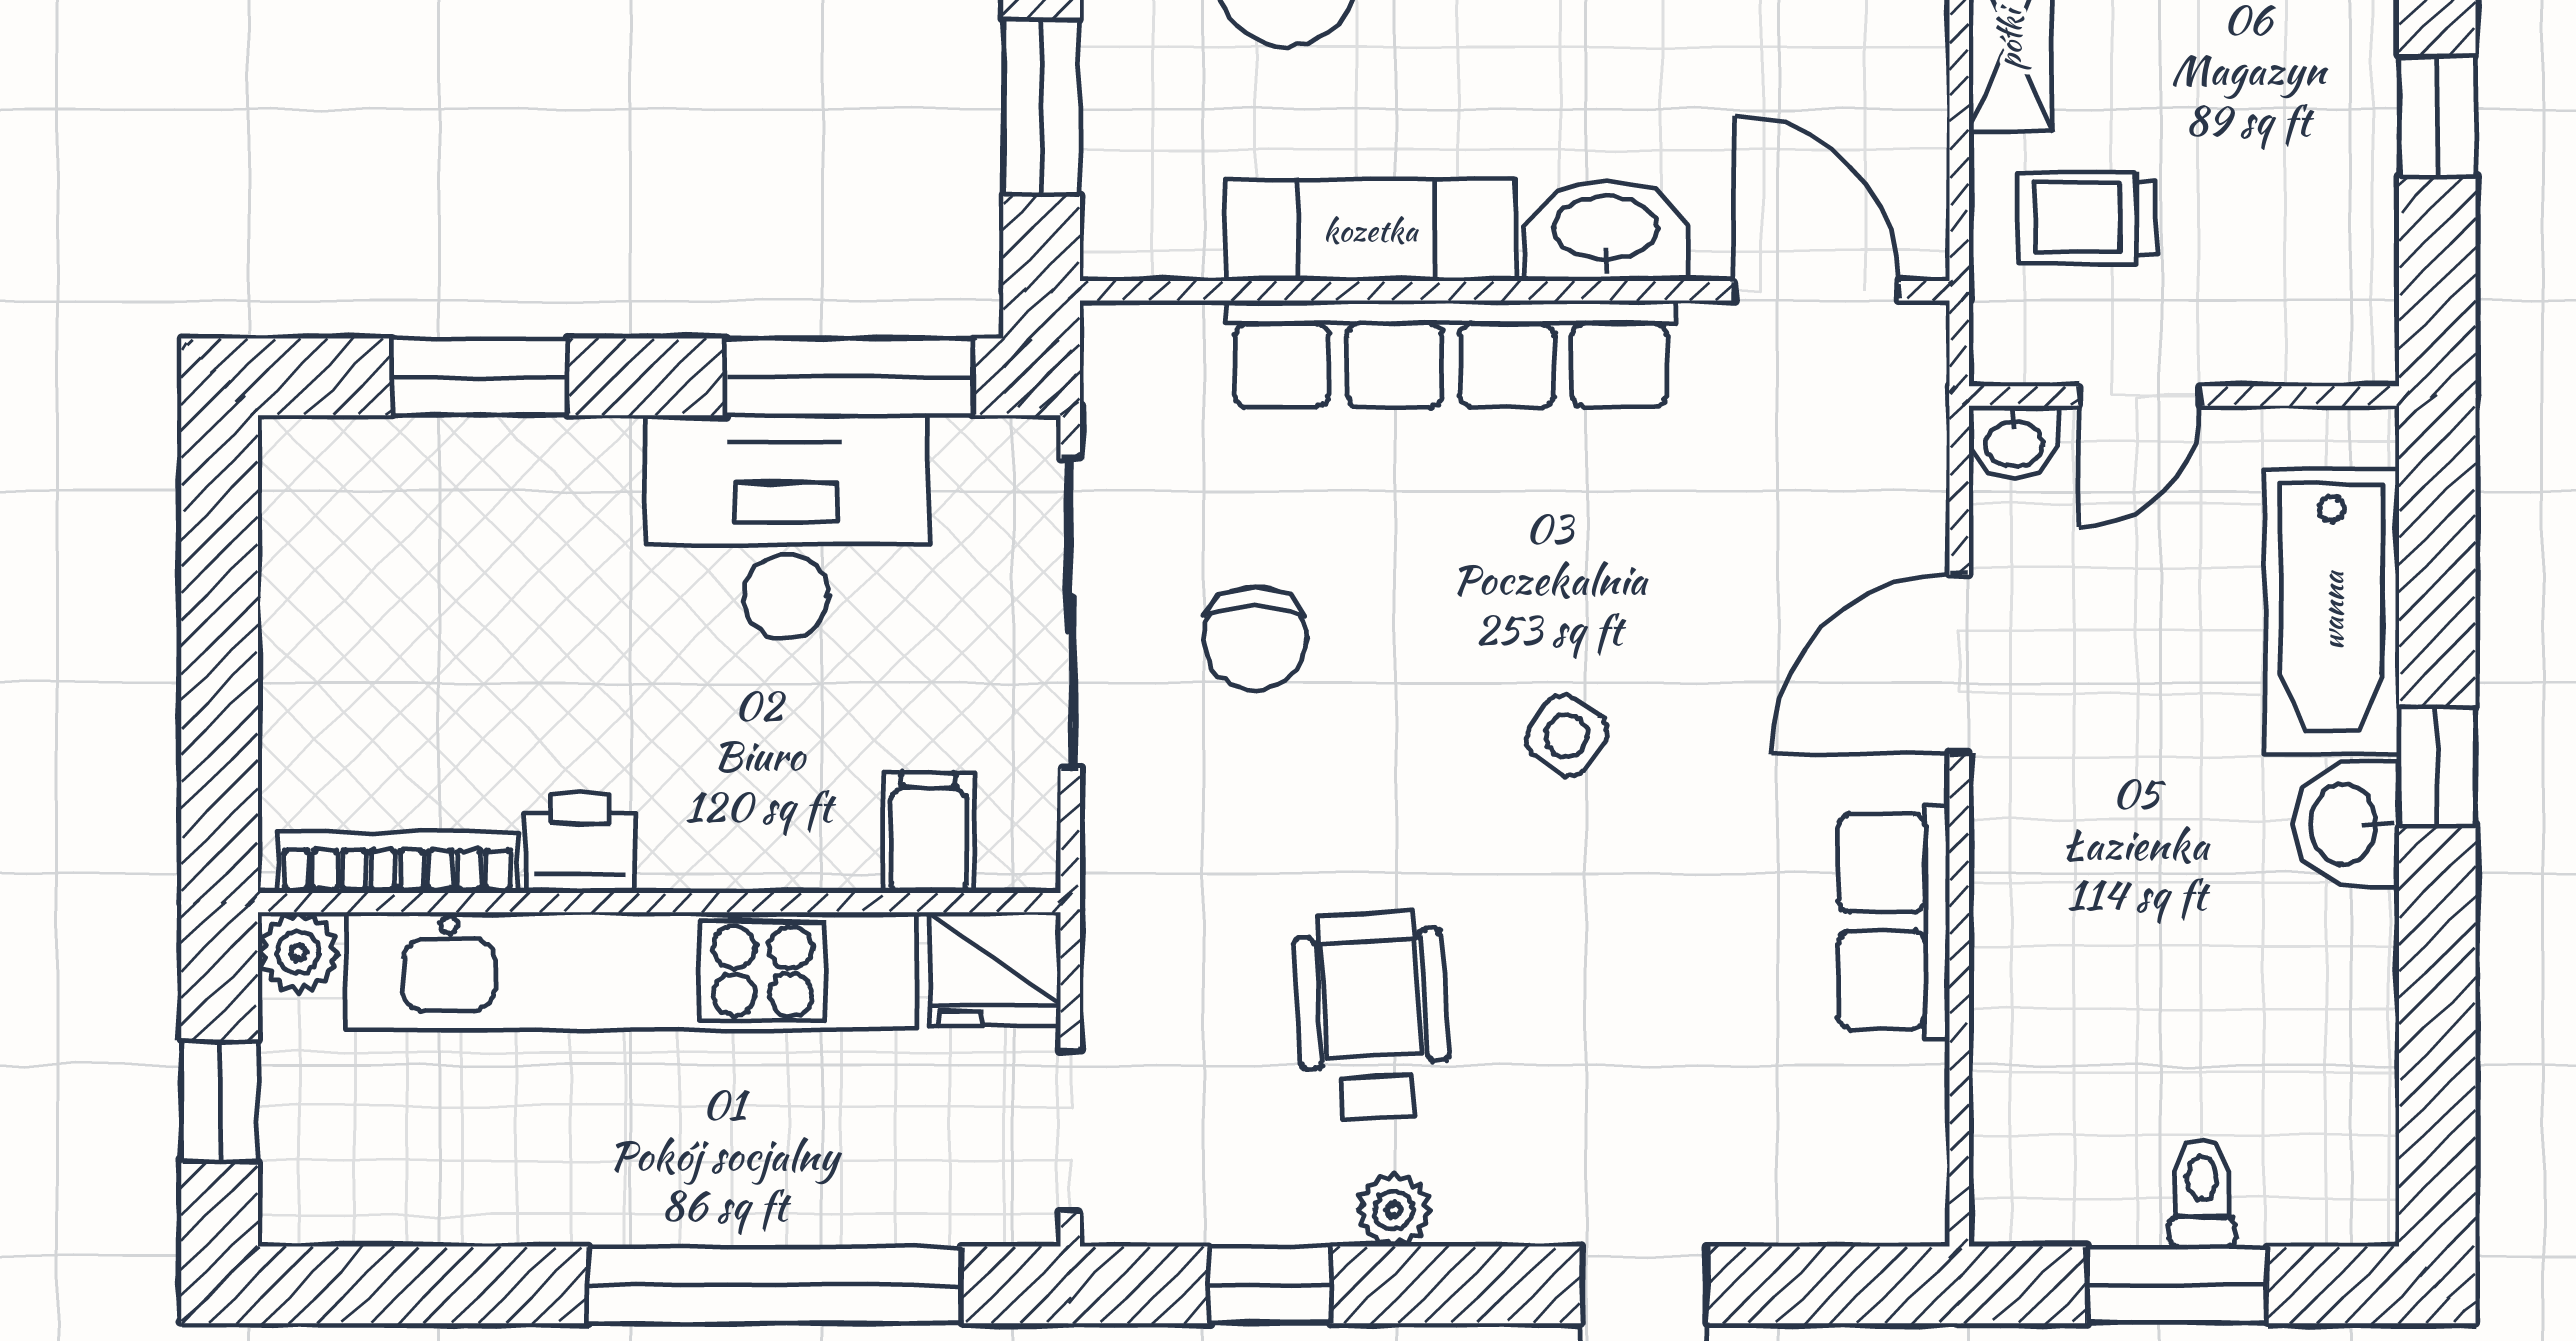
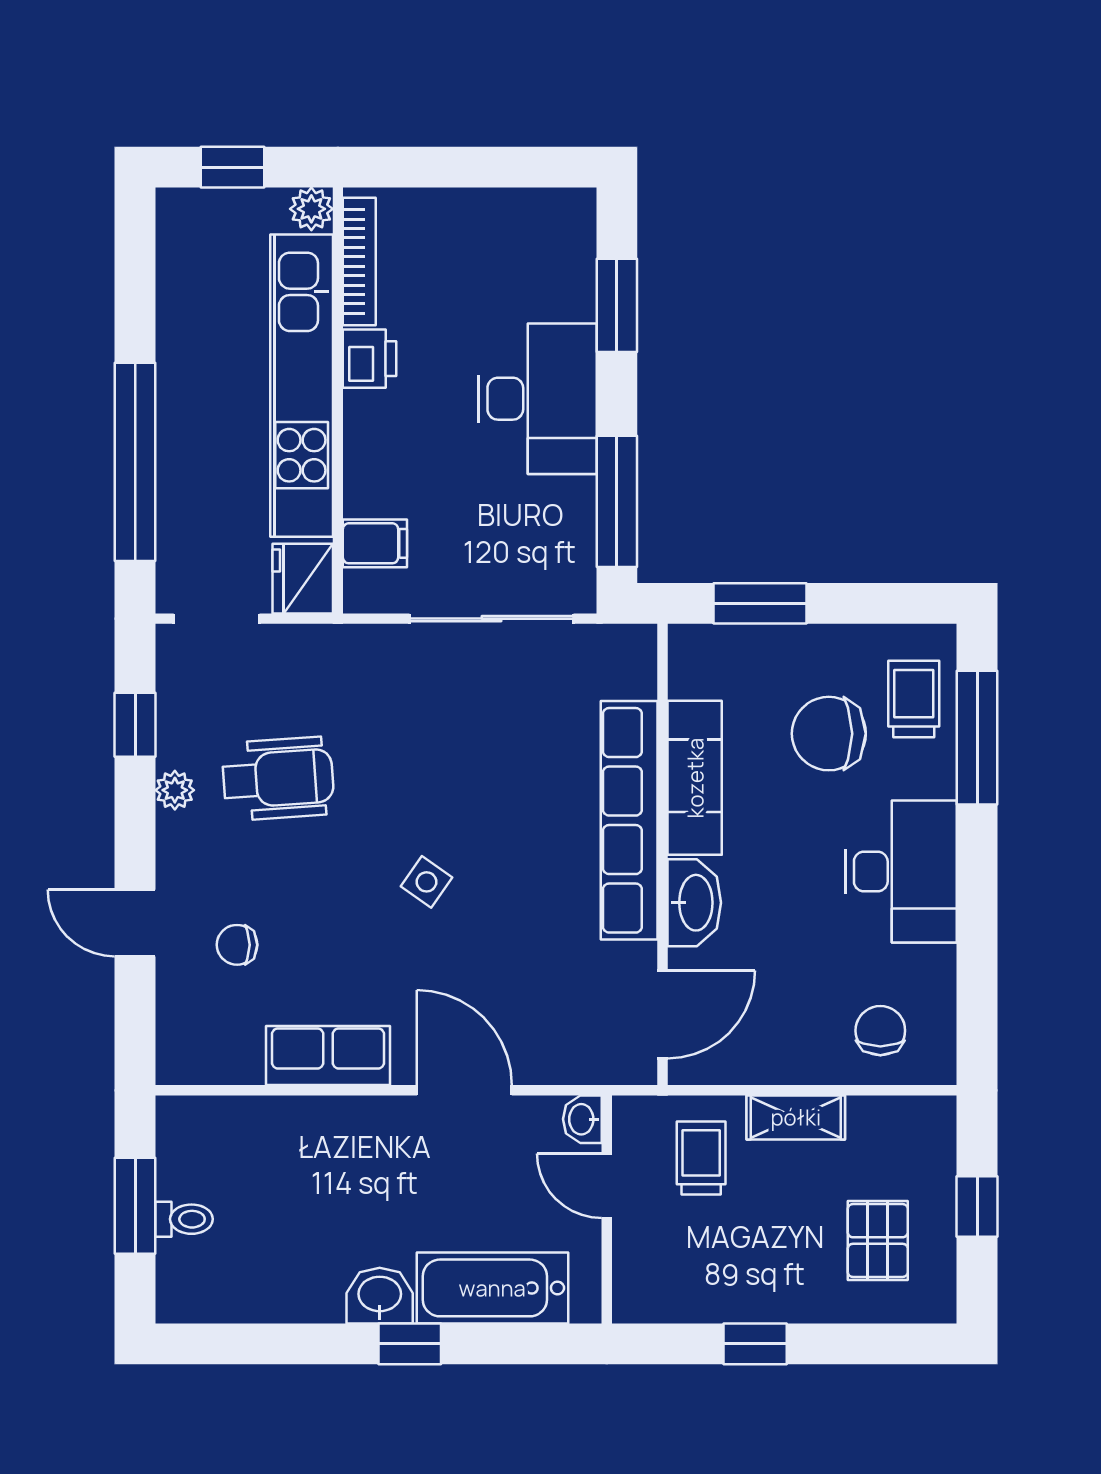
desk: (786, 527) -> (537, 399), moved
chair: (1255, 638) -> (237, 945), moved, width x0.73, depth x0.73

